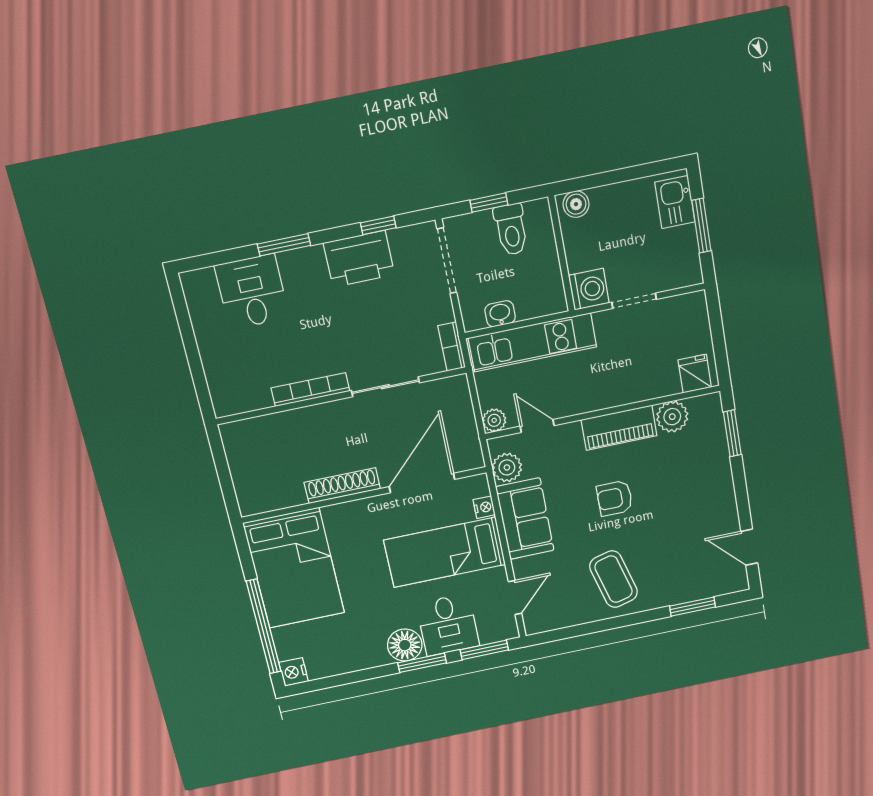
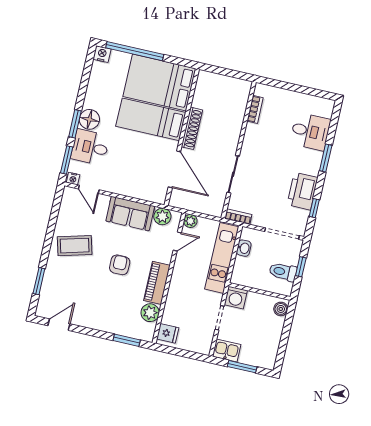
kitchen sink: (675, 202) -> (227, 351), moved
bookcase: (310, 390) -> (255, 109), moved, width x0.64
nightstand: (484, 507) -> (73, 179), moved
bed: (445, 552) -> (151, 119), moved, turned -90

